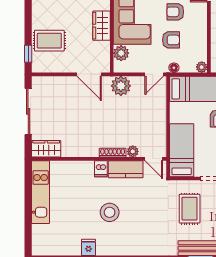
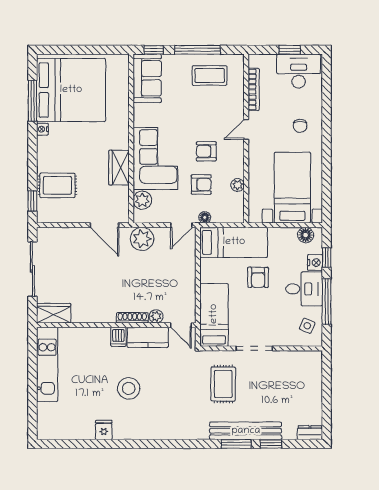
plant: (202, 67) -> (238, 185), moved

